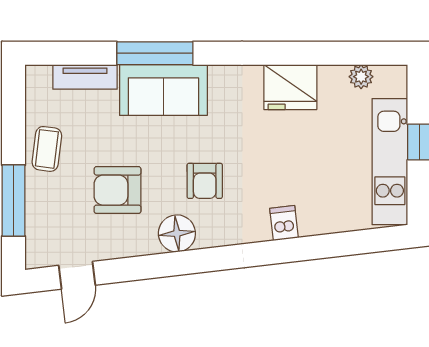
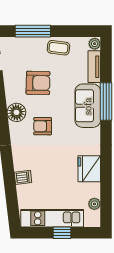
plant: (39, 76) -> (95, 44), added
armchair: (118, 190) -> (38, 83), turned 91
dishwasher: (284, 223) -> (23, 177), moved

